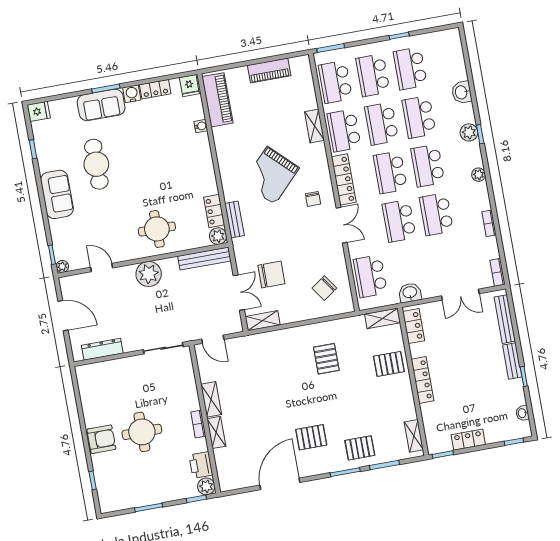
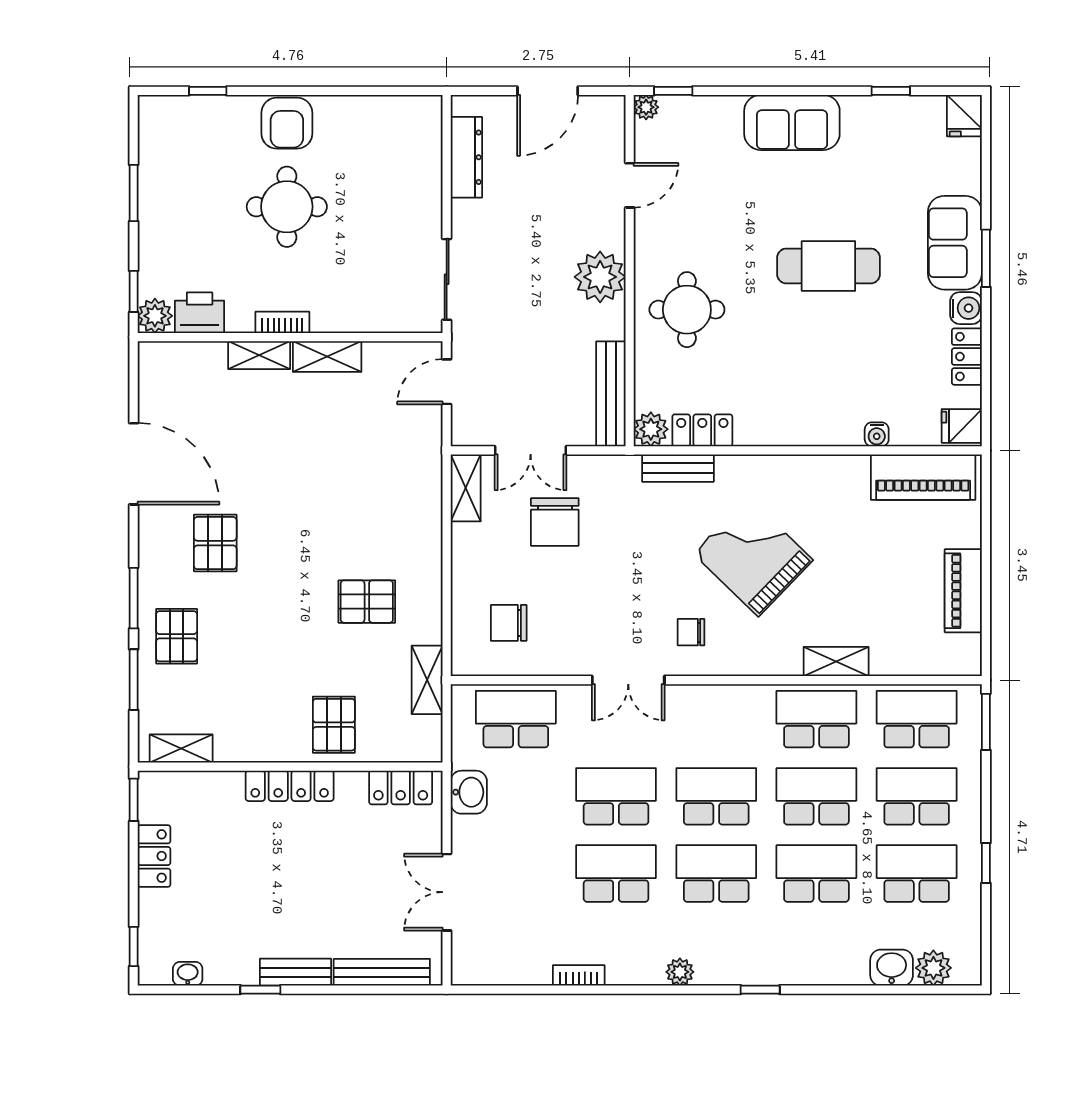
washbasin: (462, 92) -> (892, 968), moved
plant: (469, 132) -> (933, 968), moved
cafe table: (96, 164) -> (828, 266), moved
locker: (344, 180) -> (718, 701), removed
bookcase: (498, 272) -> (478, 975), removed
chair: (324, 288) -> (509, 623), turned -55
shelving: (383, 318) -> (427, 680), moved

